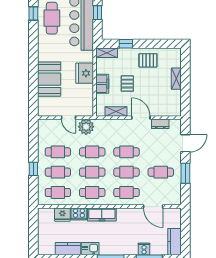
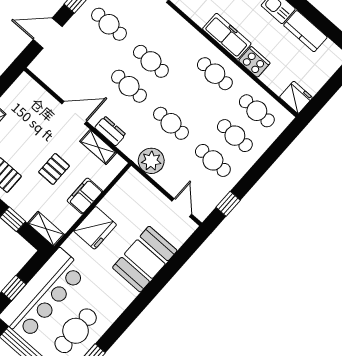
door: (68, 118) -> (182, 208), moved
door: (141, 118) -> (74, 113), swing flipped
dresser: (160, 124) -> (110, 131), moved
window: (33, 169) -> (228, 204), moved
cafe table: (92, 172) -> (193, 98), removed
cafe table: (126, 192) -> (173, 37), removed
fridge: (62, 215) -> (296, 97), moved

